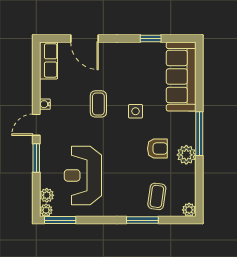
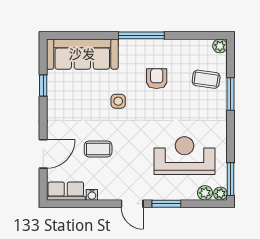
water cooler: (45, 104) -> (92, 195), moved
coffee table: (98, 104) -> (98, 149), moved
plant: (186, 155) -> (163, 49), removed
reception desk: (83, 175) -> (184, 156), turned 180

